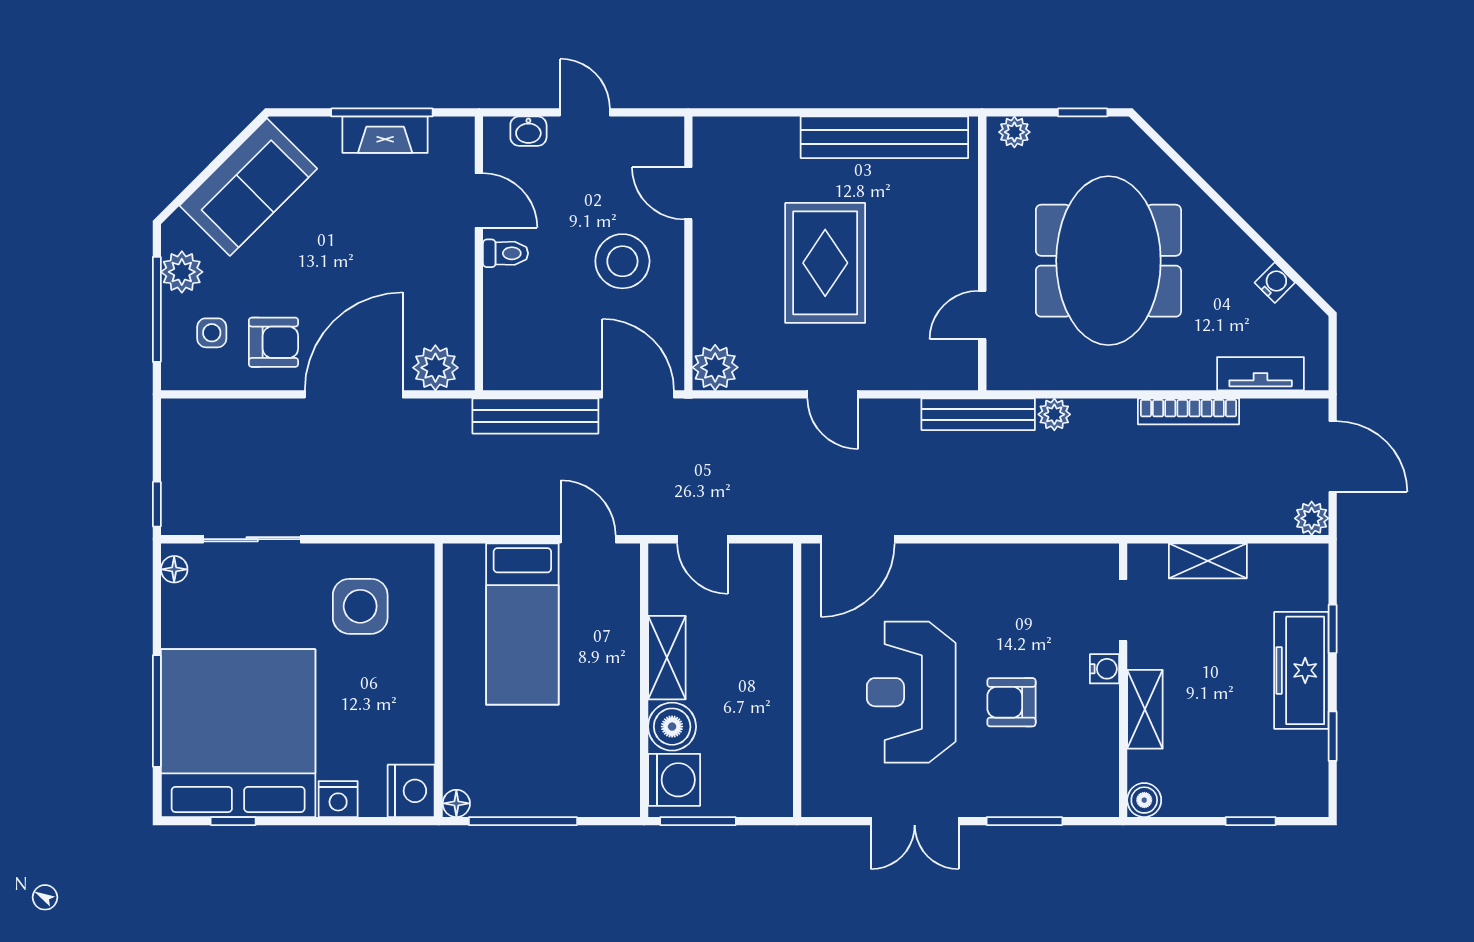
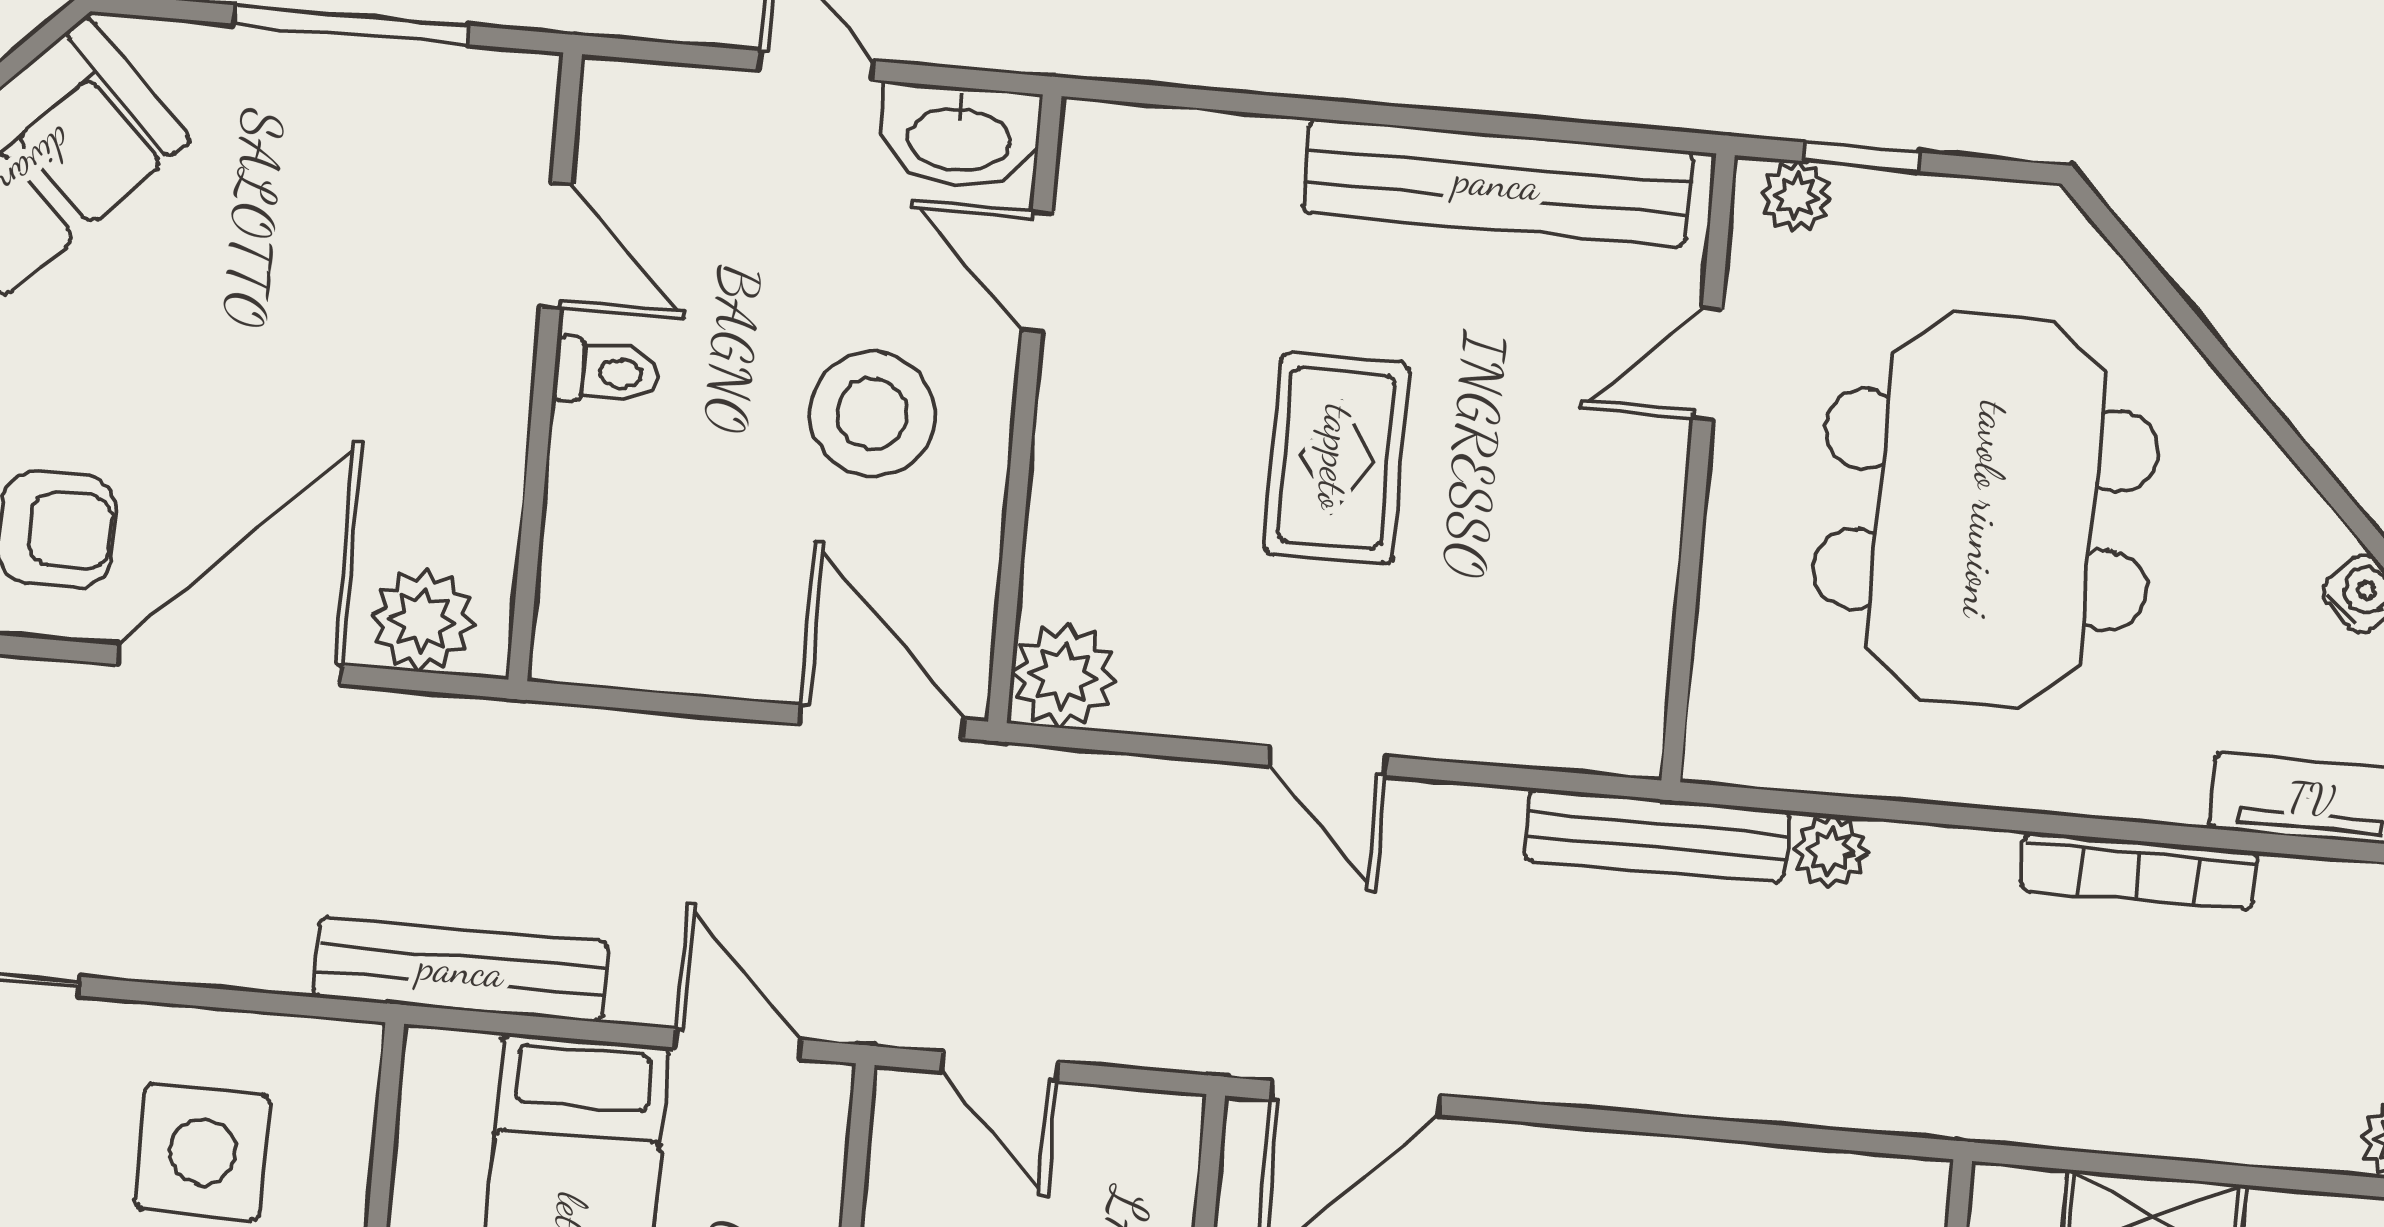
window: (1083, 112) -> (1861, 157), moved
washbasin: (528, 131) -> (959, 136), moved, width x1.91, depth x1.45
fireplace: (385, 135) -> (354, 76), removed
rug: (825, 263) -> (1336, 458), width x0.73, depth x0.70
door: (982, 315) -> (1707, 364), moved
bench: (535, 416) -> (461, 969), moved

